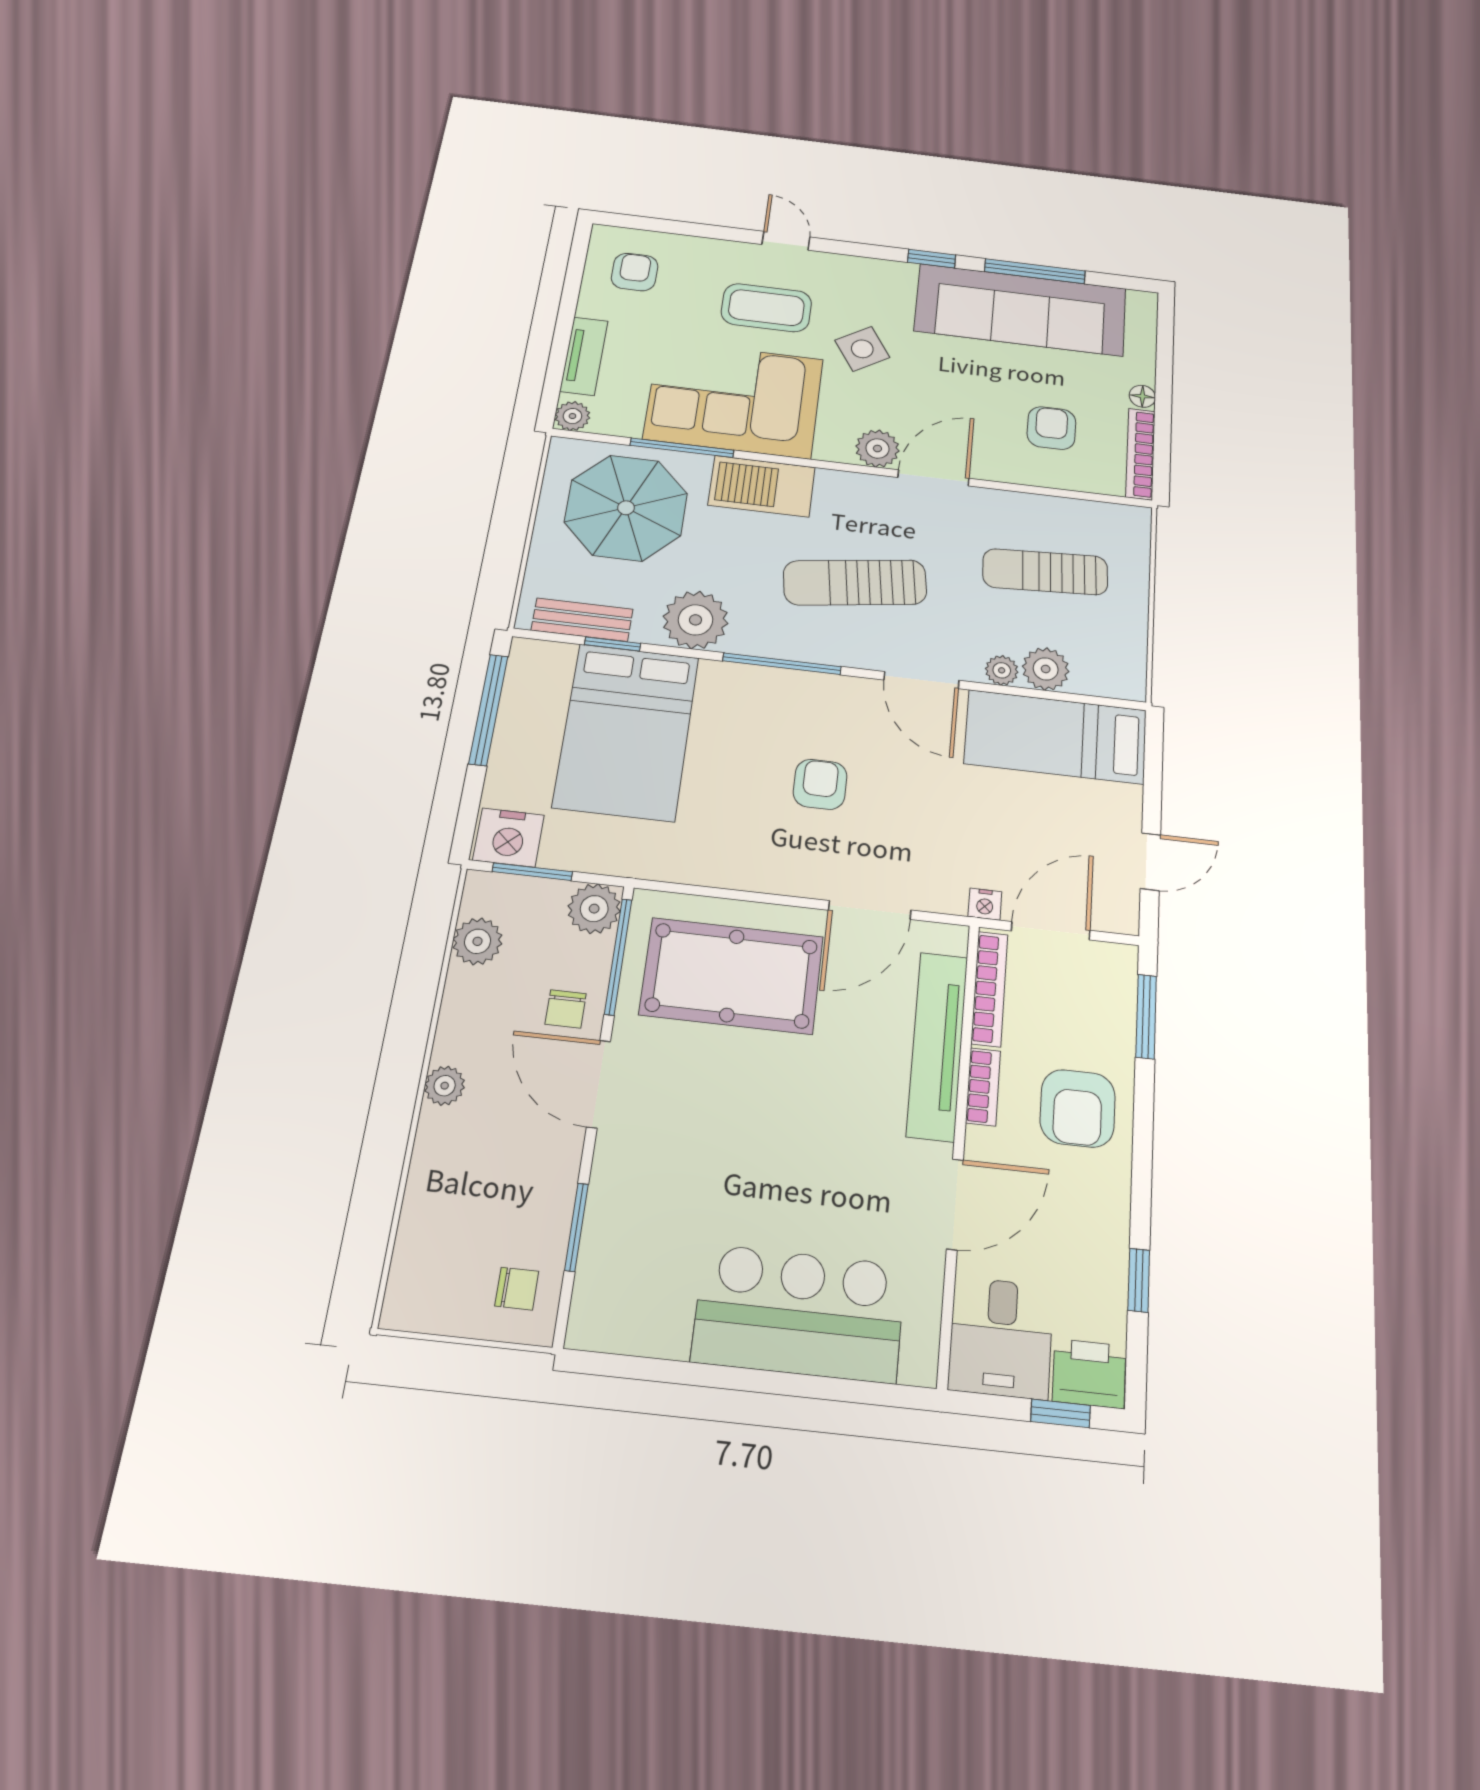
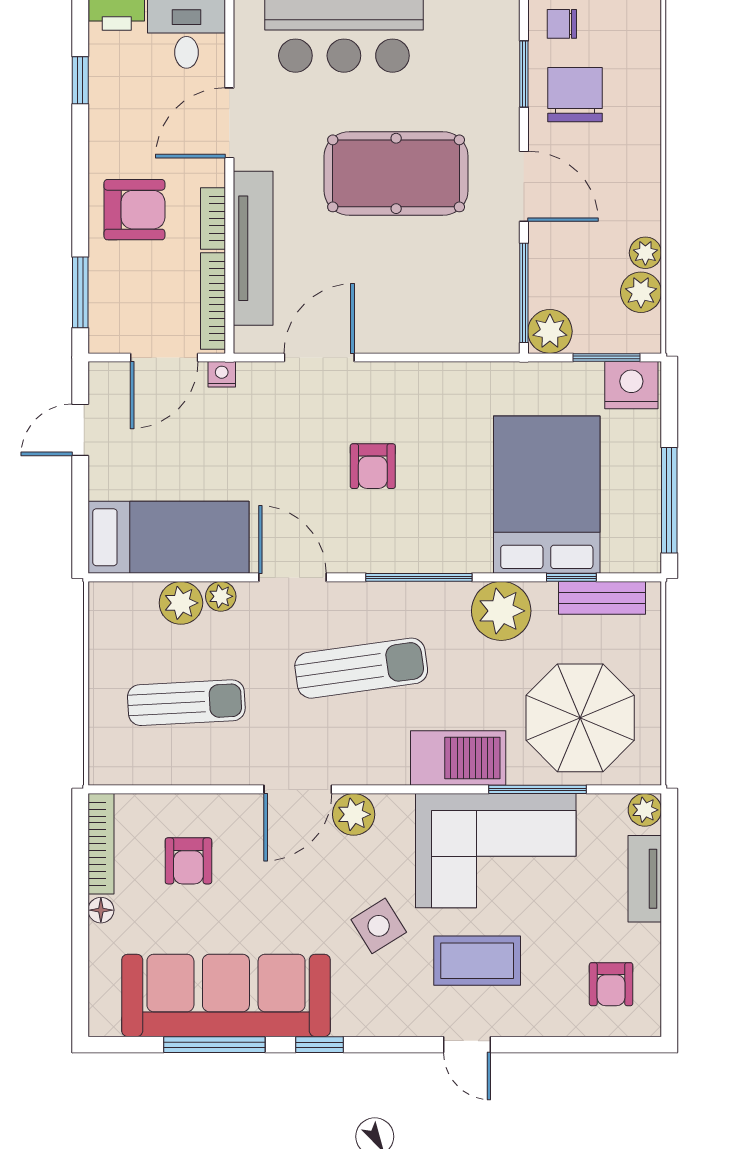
pool table: (732, 976) -> (396, 173), moved
chair: (566, 1009) -> (575, 95), moved, width x1.87, depth x1.87
plant: (445, 1086) -> (645, 253), moved
armchair: (1078, 1108) -> (134, 210), turned 90

